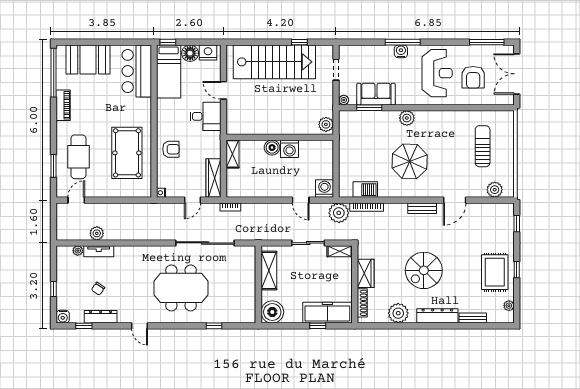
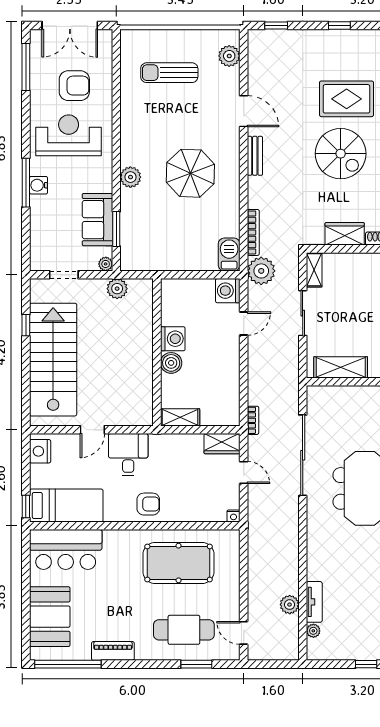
floor lamp: (190, 53) -> (41, 476), removed
plant: (326, 124) -> (117, 289), moved
armchair: (171, 149) -> (148, 504), moved, turned 90
wardrobe: (213, 178) -> (222, 444), width x0.67
barbecue: (365, 190) -> (229, 254), moved
rug: (495, 272) -> (347, 99), moved
chair: (98, 289) -> (366, 603), removed

